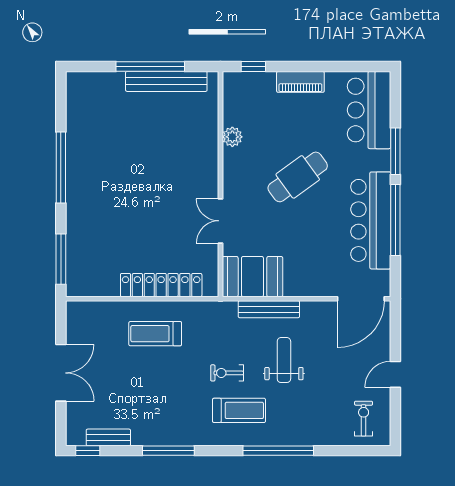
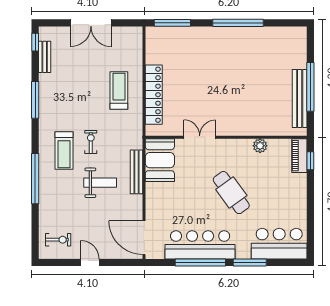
piano: (300, 82) -> (299, 156), moved

